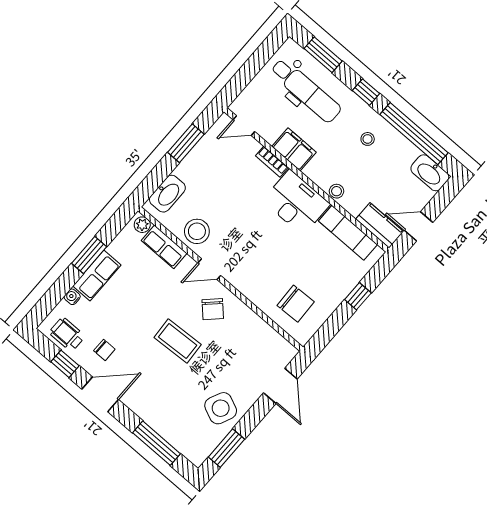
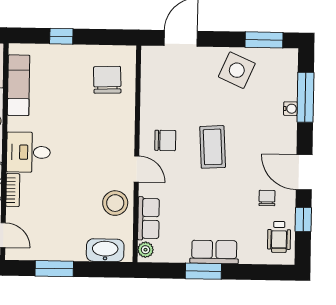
desk: (296, 202) -> (28, 152), width x0.73
water cooler: (72, 297) -> (290, 109), moved, turned -90
chair: (213, 309) -> (165, 140), turned 44

